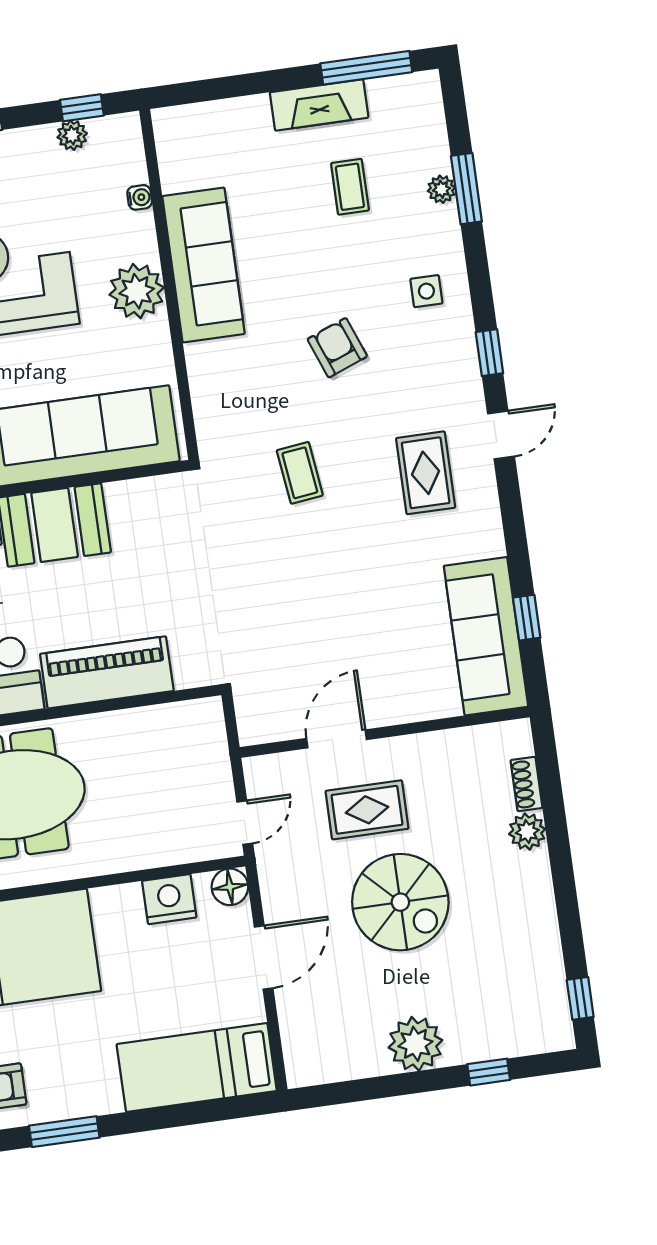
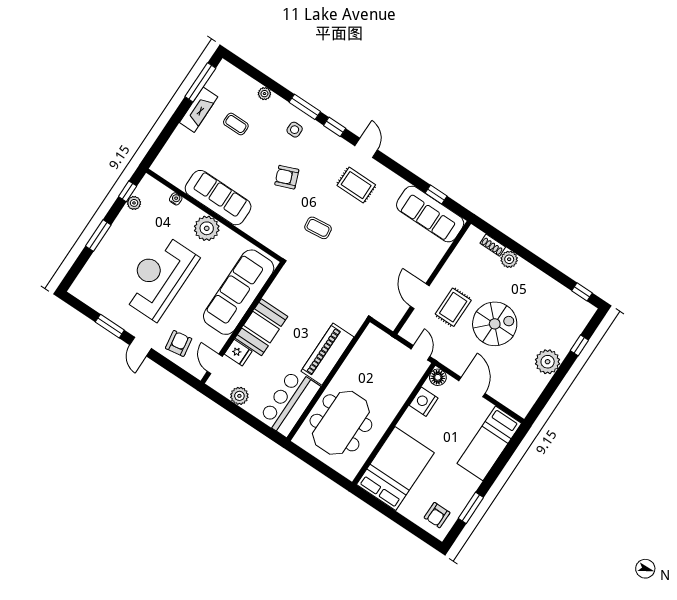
window: (466, 189) -> (305, 107), moved

